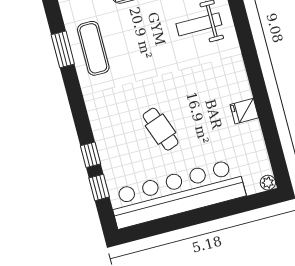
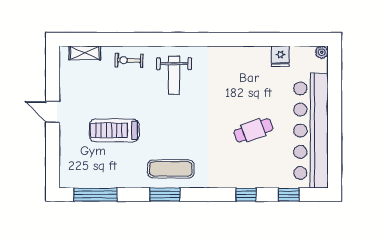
fridge: (244, 111) -> (280, 56), moved
window: (91, 155) -> (246, 195), moved

